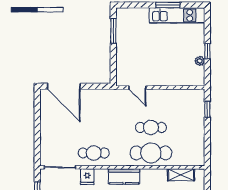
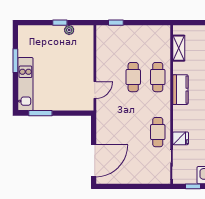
kitchen unit: (177, 15) -> (25, 84), moved
cafe table: (151, 153) -> (158, 77), width x0.73, depth x0.74
kitchen counter: (124, 176) -> (180, 90), moved

